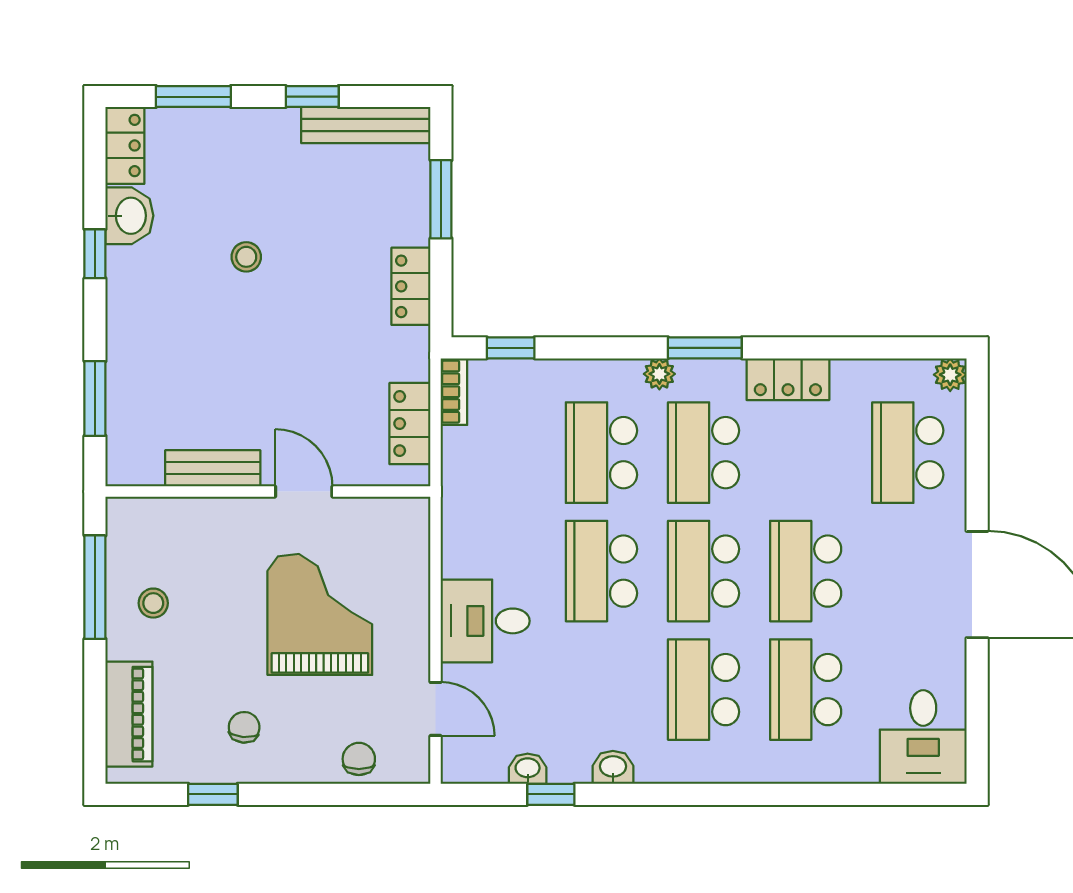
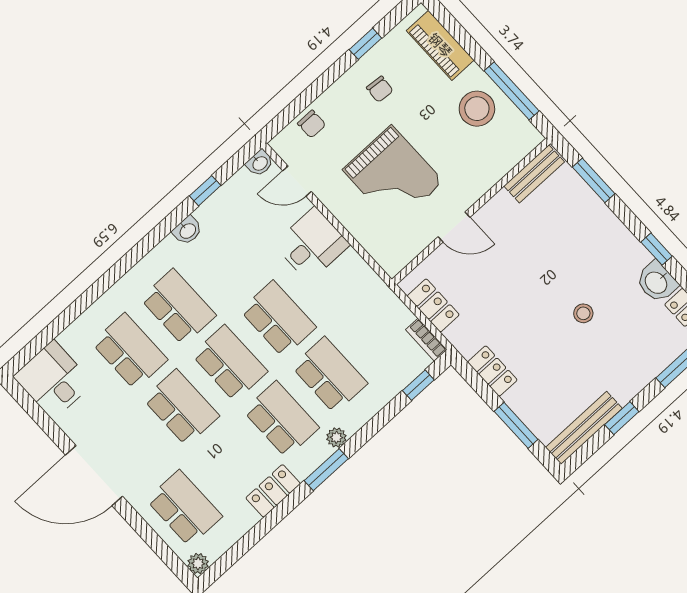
bench: (213, 468) -> (534, 174), moved
stool: (153, 603) -> (477, 109), width x1.89, depth x1.89
washbasin: (528, 769) -> (260, 163), moved

